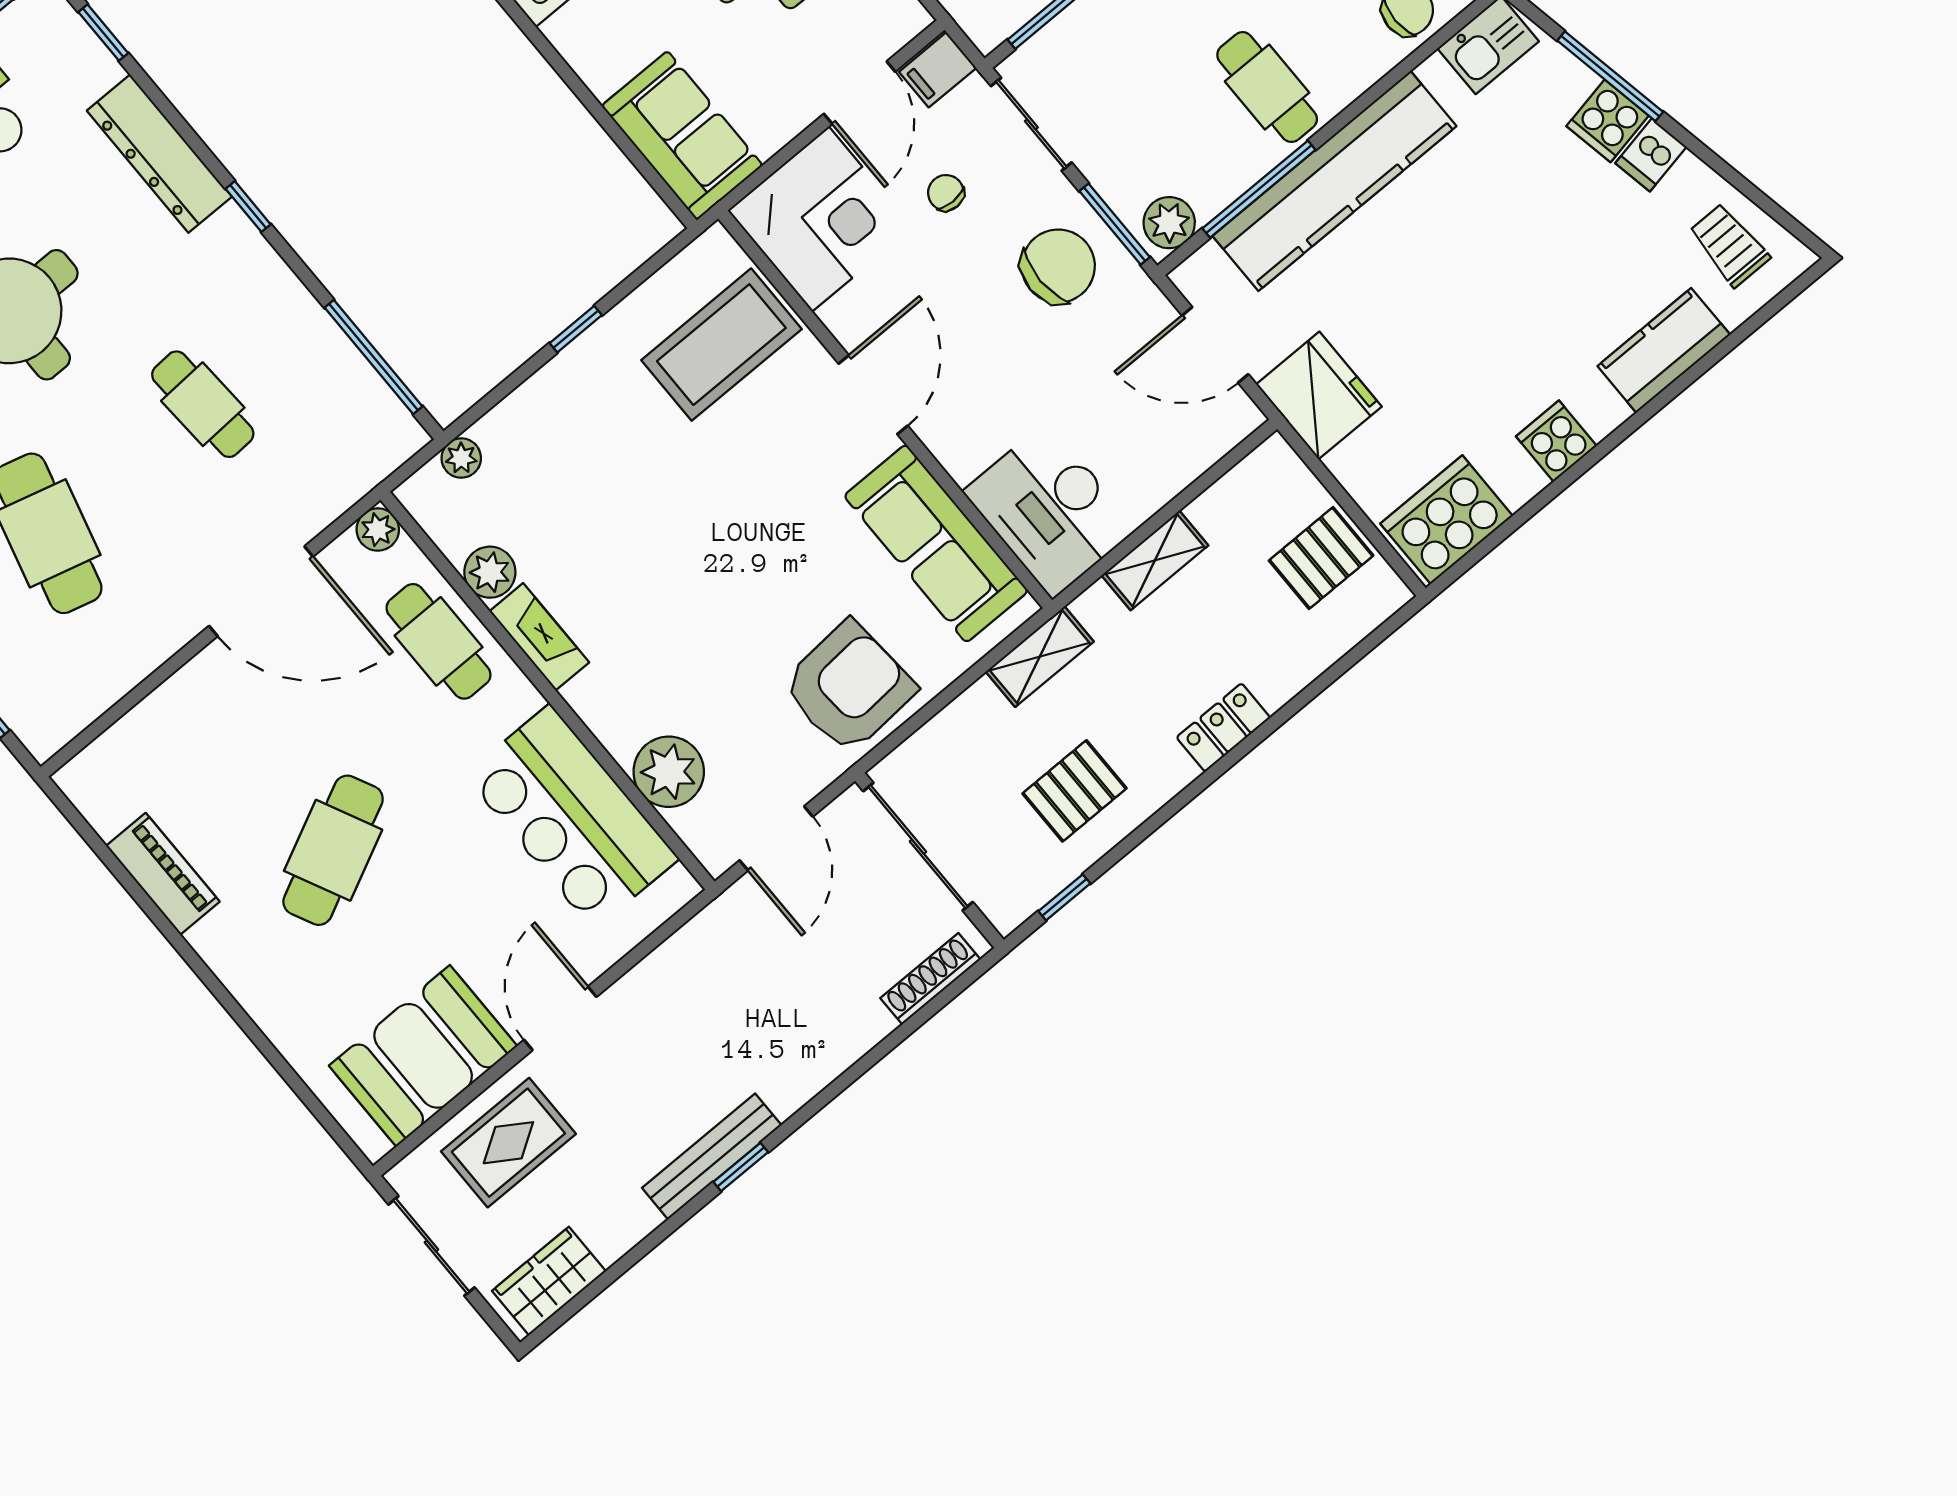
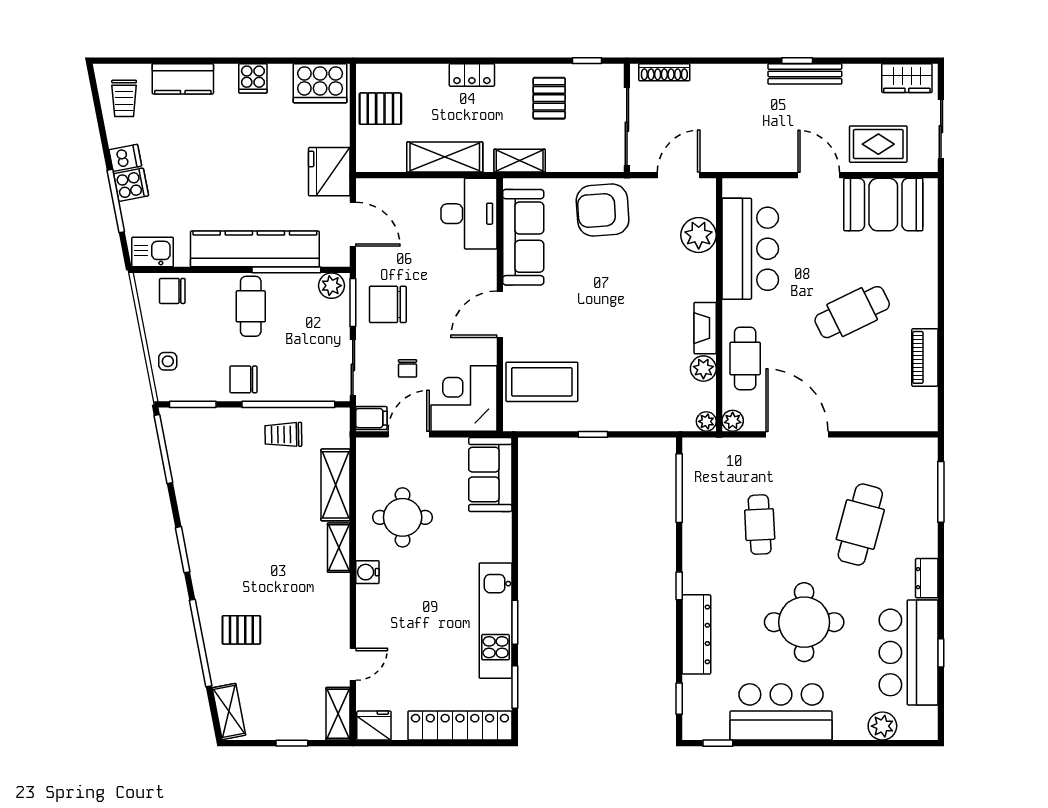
plant: (461, 458) -> (706, 421), moved
shelving: (1155, 560) -> (445, 157), width x1.50, depth x1.33
pallet: (1074, 791) -> (549, 98), turned 90
door: (560, 1018) -> (819, 175), swing flipped

